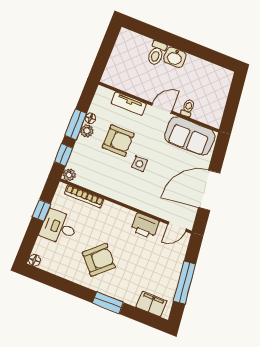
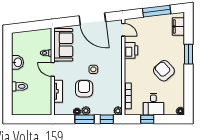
washbasin: (175, 57) -> (18, 62), moved

